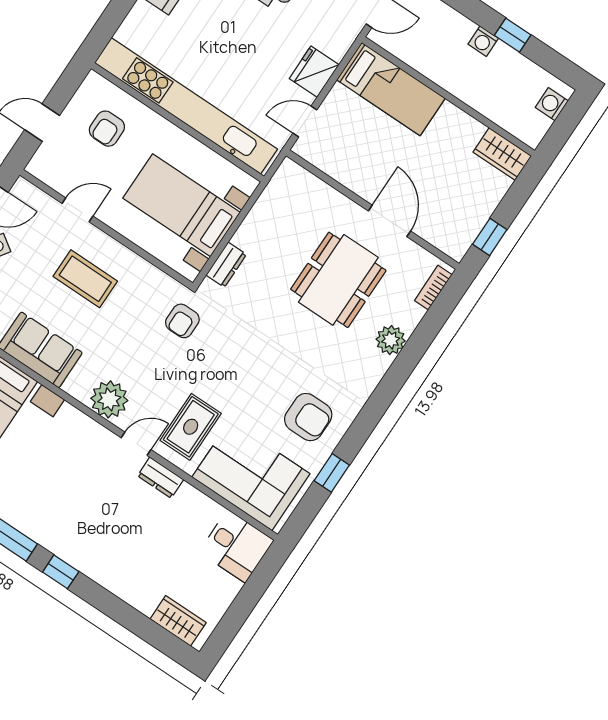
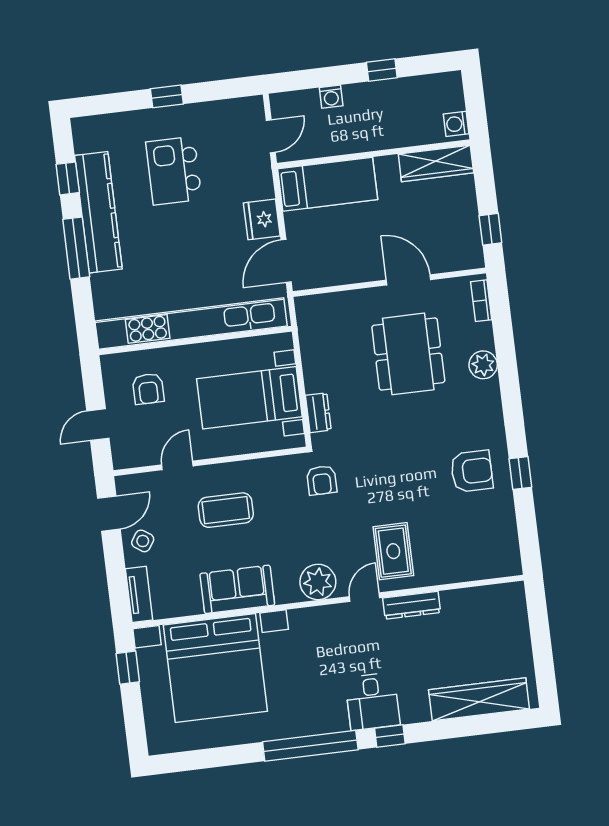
washing machine: (483, 41) -> (331, 97), moved
washing machine: (552, 104) -> (456, 124), moved
door: (305, 122) -> (286, 261), width x1.38
wardrobe: (502, 154) -> (436, 163), width x1.50
window: (332, 473) -> (520, 473), moved
corner sofa: (251, 475) -> (467, 549), removed
dresser: (161, 478) -> (412, 605), width x1.44
desk: (236, 546) -> (372, 701), moved, turned 90
wardrobe: (178, 621) -> (479, 699), width x2.10, depth x1.17

